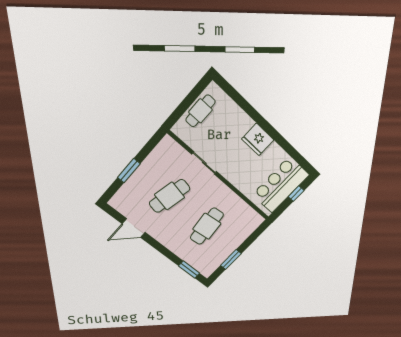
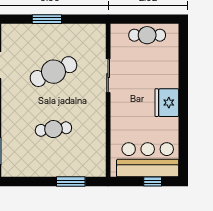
cafe table: (170, 196) -> (53, 72), turned -36
cafe table: (207, 226) -> (53, 129), width x0.73, depth x0.74
window: (231, 259) -> (71, 182), moved

